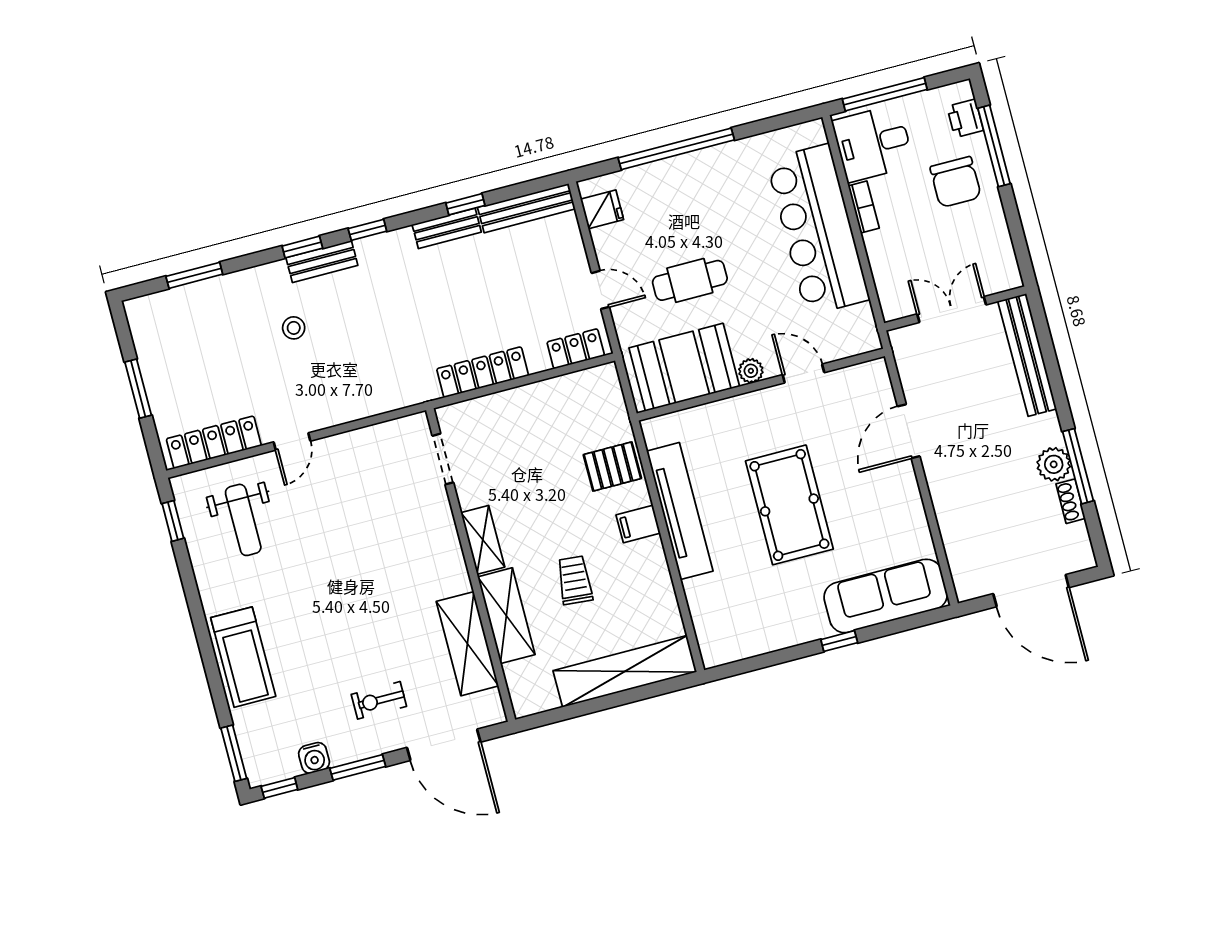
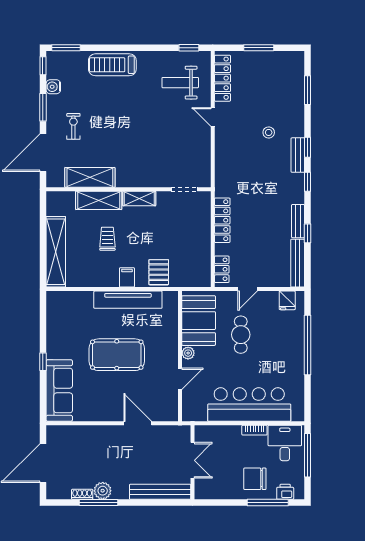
trolley: (575, 580) -> (107, 239), turned -95

